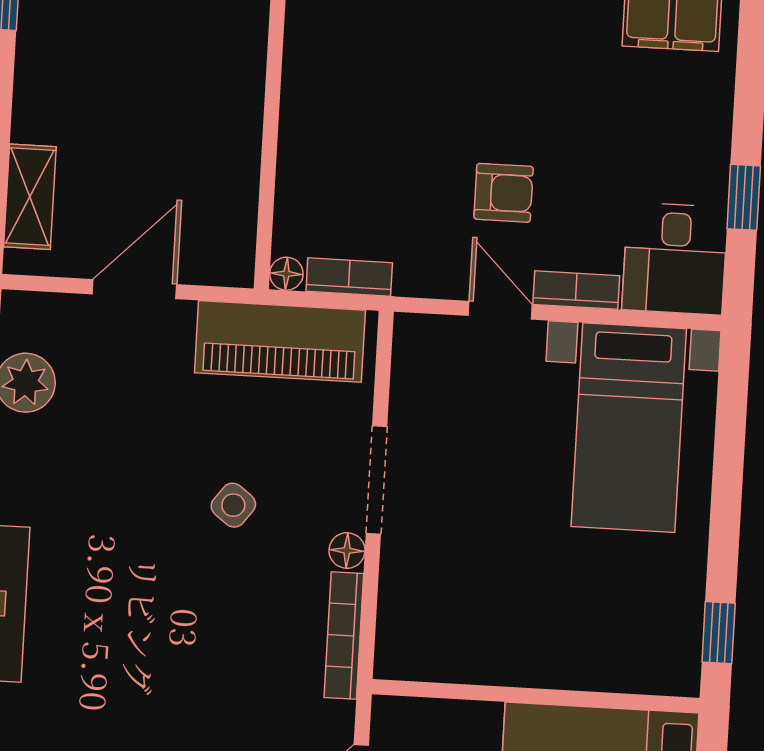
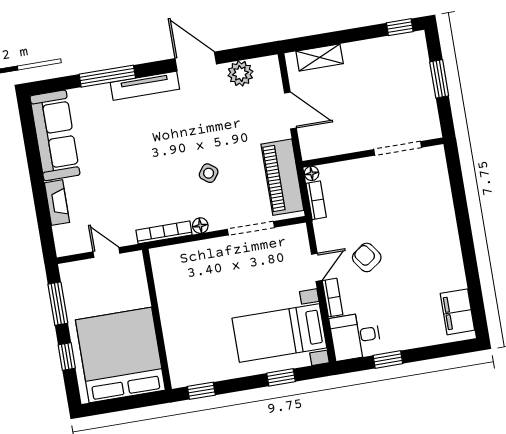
doorway: (274, 68) -> (398, 148), added
armchair: (504, 193) -> (367, 257), turned 144
window: (729, 447) -> (281, 377), added
doorway: (377, 480) -> (251, 228), moved

